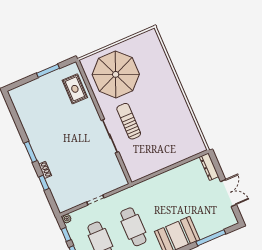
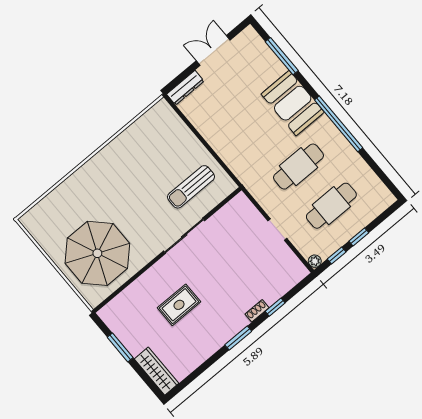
rug: (75, 89) -> (179, 305), moved
wardrobe: (25, 90) -> (156, 371), added
sun lounger: (129, 121) -> (191, 187), moved

